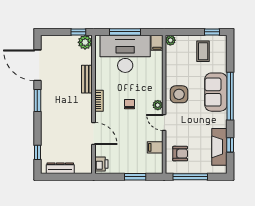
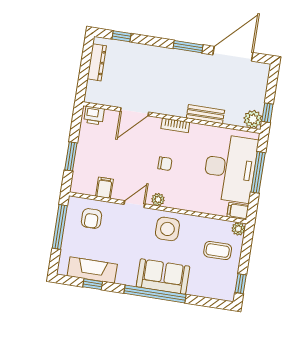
coffee table: (203, 51) -> (218, 251), moved

